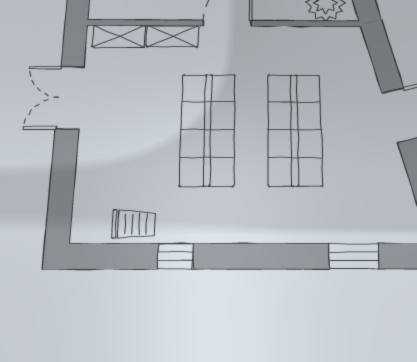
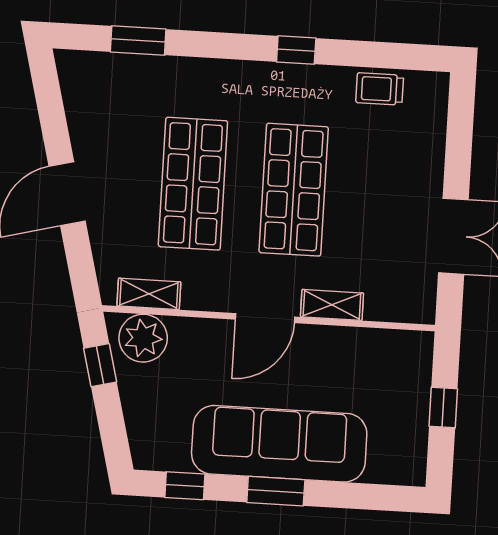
shelving: (119, 36) -> (149, 294), moved
window: (175, 256) -> (296, 50), moved

